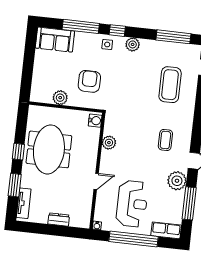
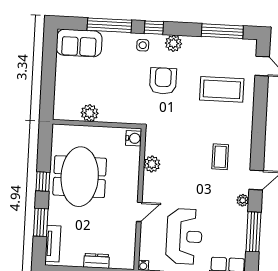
armchair: (89, 81) -> (163, 81), moved
coffee table: (170, 85) -> (222, 89), turned 90
plant: (177, 181) -> (243, 200), width x0.53, depth x0.53

